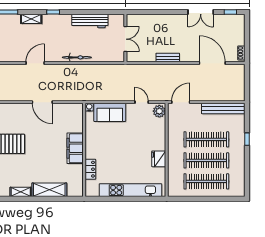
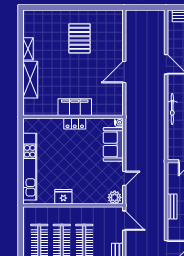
locker: (90, 169) -> (75, 124), moved

